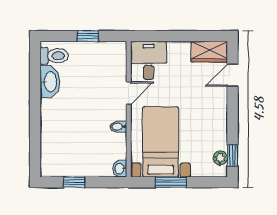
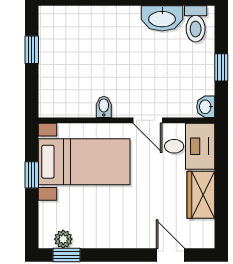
wardrobe: (209, 52) -> (201, 195), moved
washbasin: (120, 169) -> (206, 107), moved, turned -90
window: (171, 182) -> (32, 175), width x0.67

